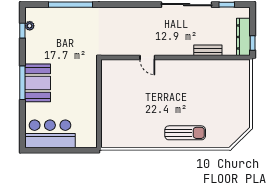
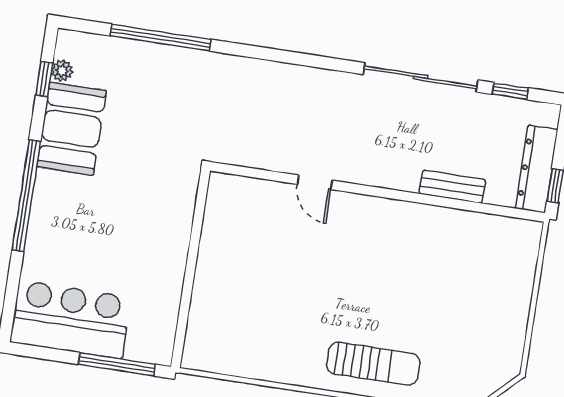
window: (22, 83) -> (26, 196), width x1.46
booth: (38, 83) -> (71, 129), moved
window: (73, 150) -> (117, 364), added

